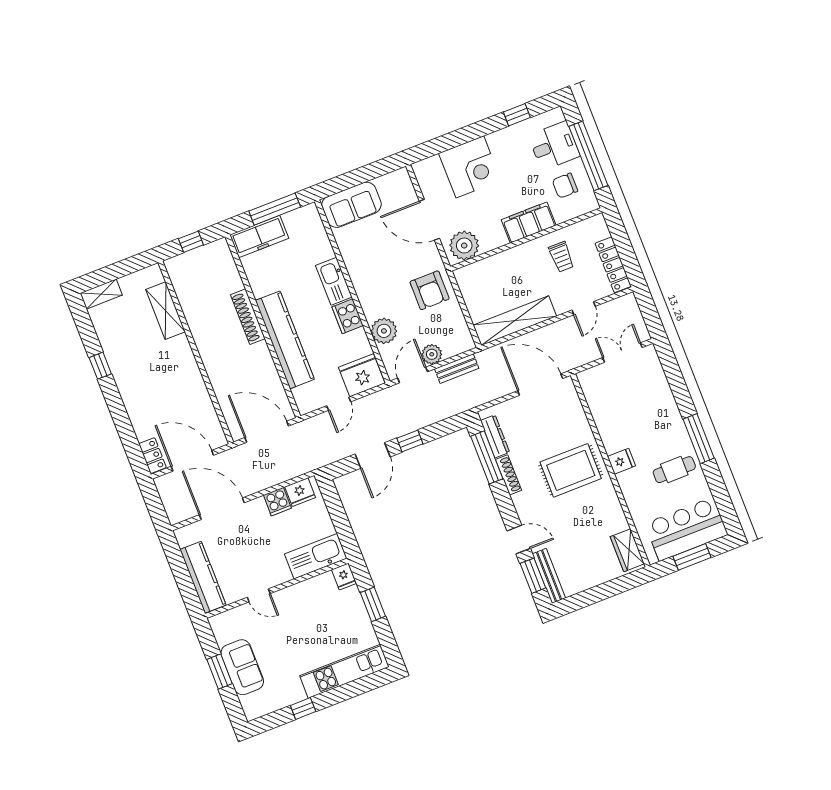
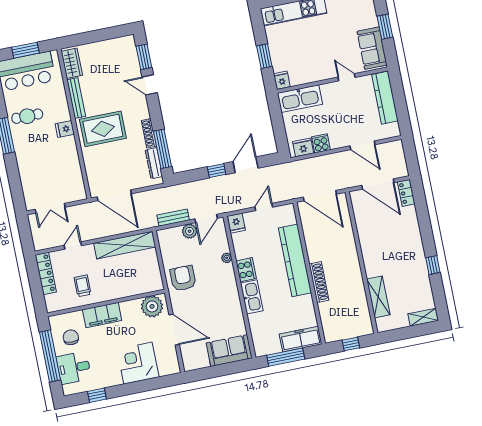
chair: (565, 186) -> (71, 337), turned -86
plant: (384, 331) -> (227, 258), width x0.53, depth x0.53
fridge: (362, 375) -> (236, 223), width x0.53, depth x0.75
door: (222, 509) -> (362, 145), width x0.73
bench: (549, 576) -> (76, 98), moved
sofa: (242, 667) -> (372, 48), moved

